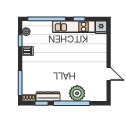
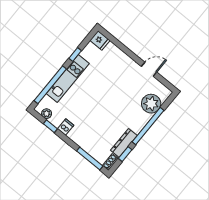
kitchen unit: (74, 27) -> (68, 79), moved
plant: (77, 93) -> (151, 104), moved

